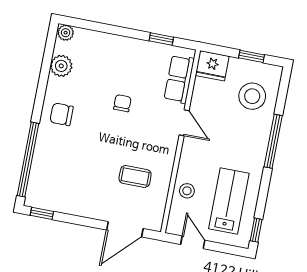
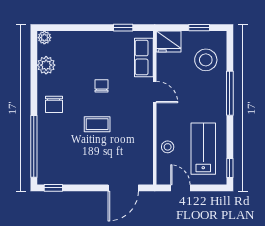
chair: (62, 114) -> (54, 104), turned -90
coffee table: (135, 176) -> (97, 124), moved

